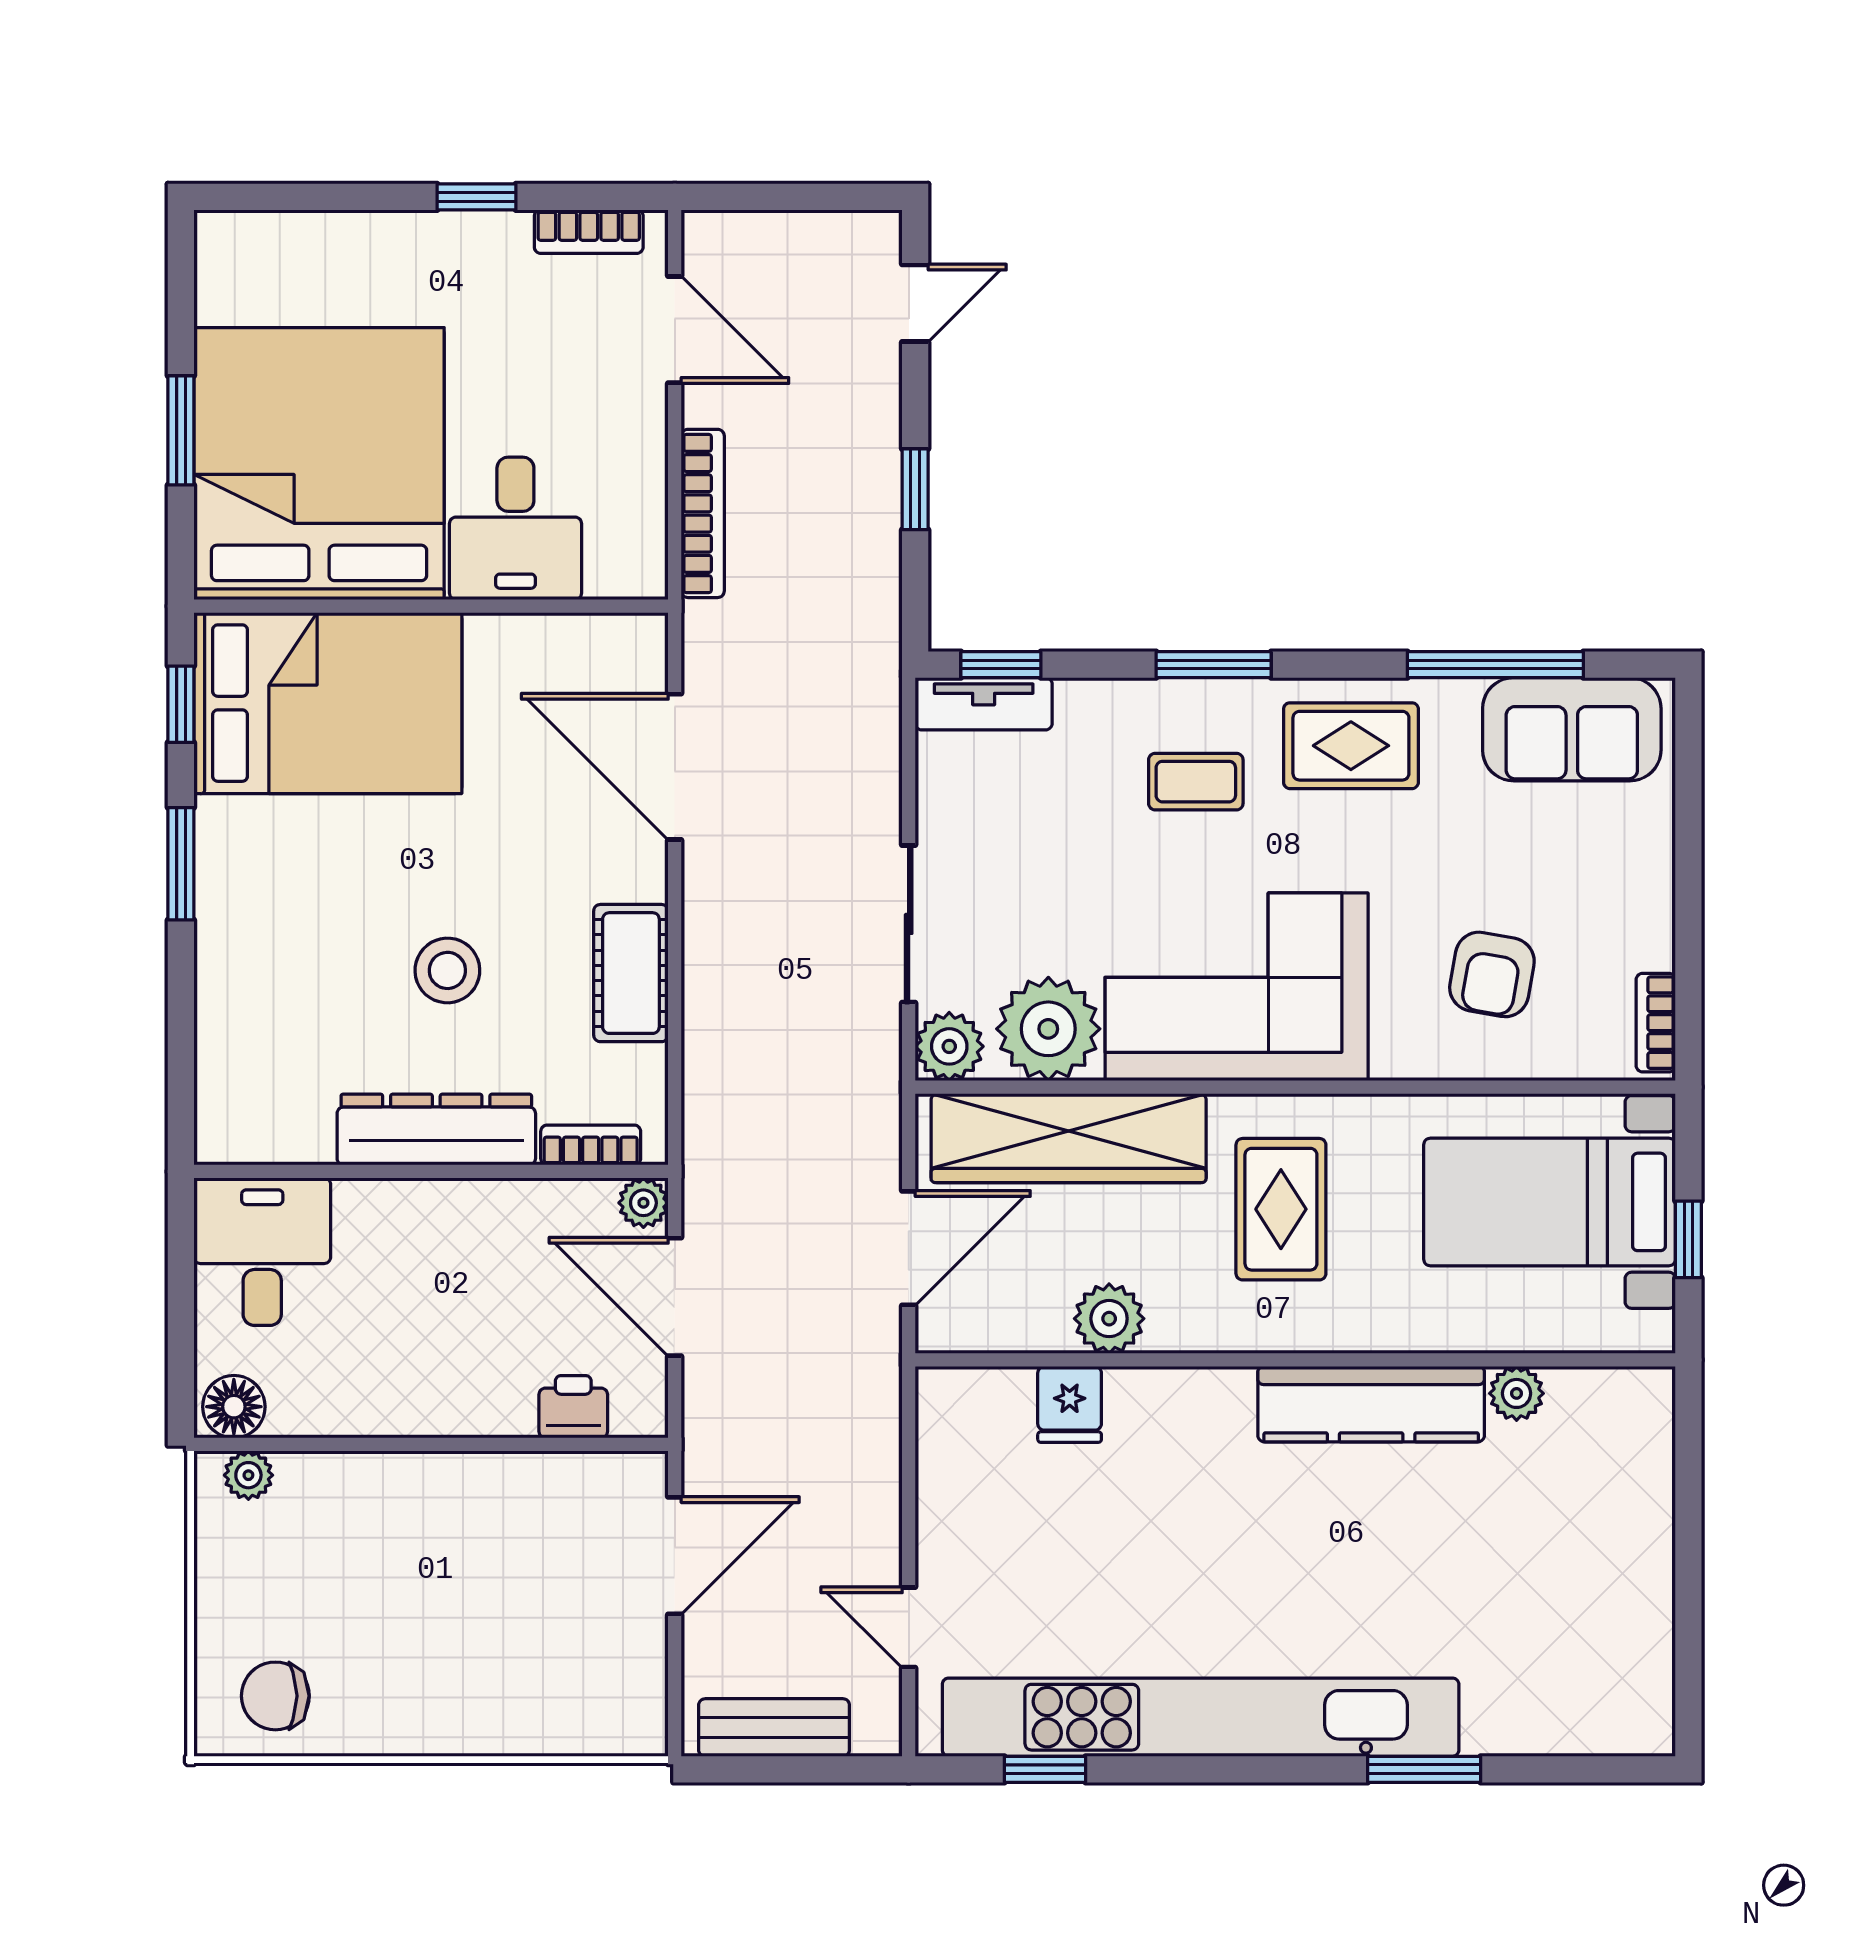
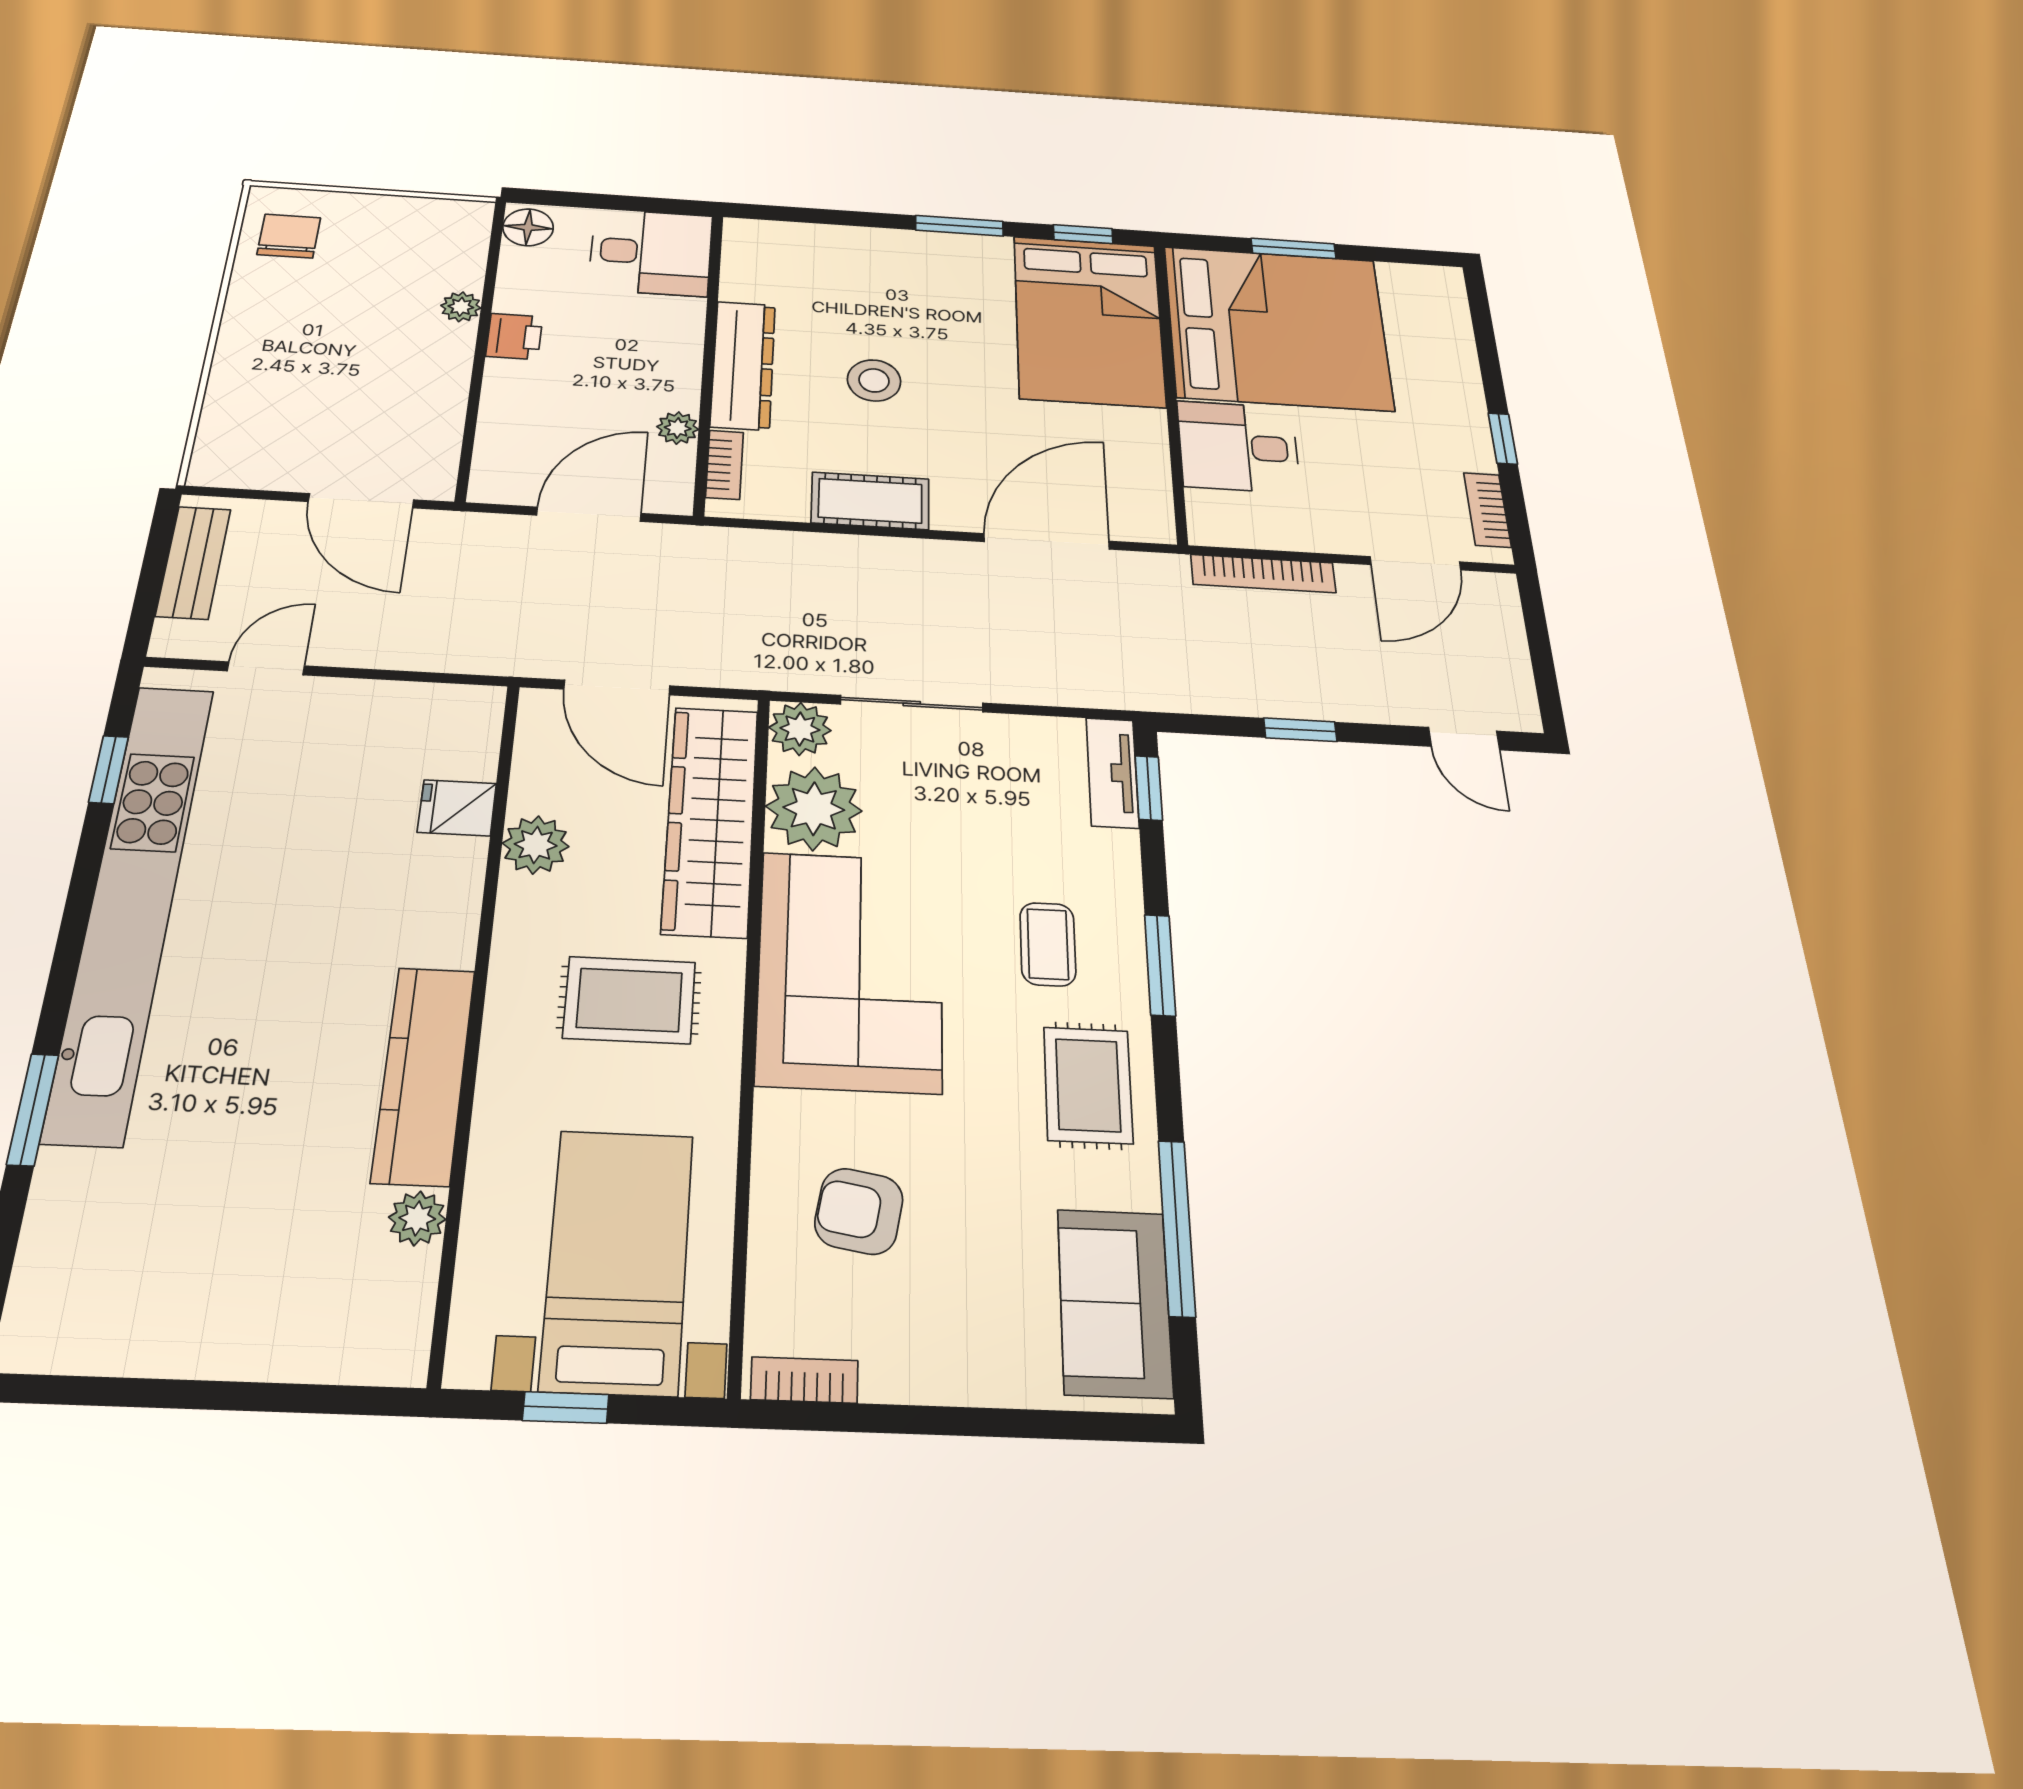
plant: (643, 1203) -> (678, 428), moved
printer: (573, 1407) -> (514, 336), moved
plant: (248, 1475) -> (461, 307), moved

